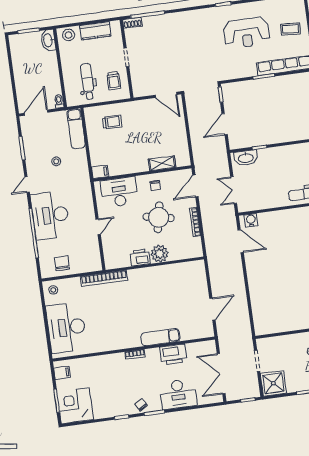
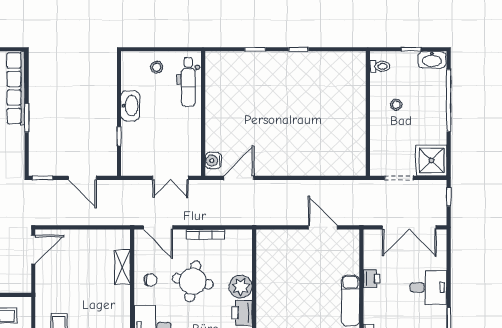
washbasin: (246, 158) -> (130, 106), moved
printer: (173, 354) -> (371, 279), width x0.53, depth x0.68
desk: (178, 394) -> (428, 287), width x0.73

